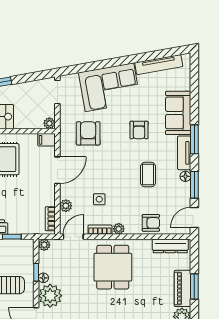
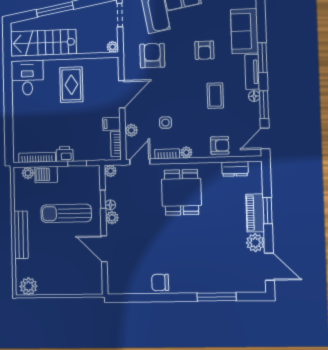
filing cabinet: (47, 140) -> (112, 124), moved
dresser: (170, 246) -> (235, 169), width x0.70
plant: (50, 296) -> (112, 218), width x0.53, depth x0.53

